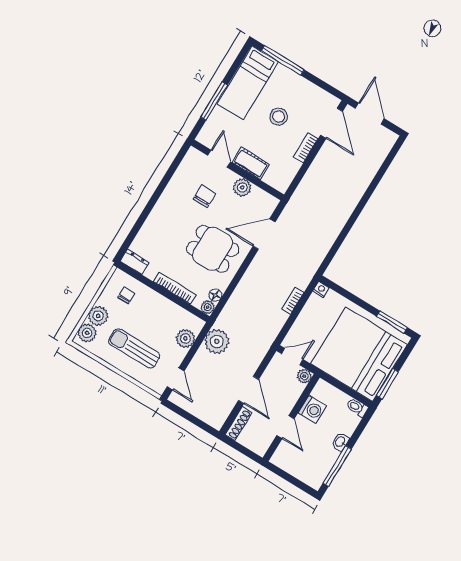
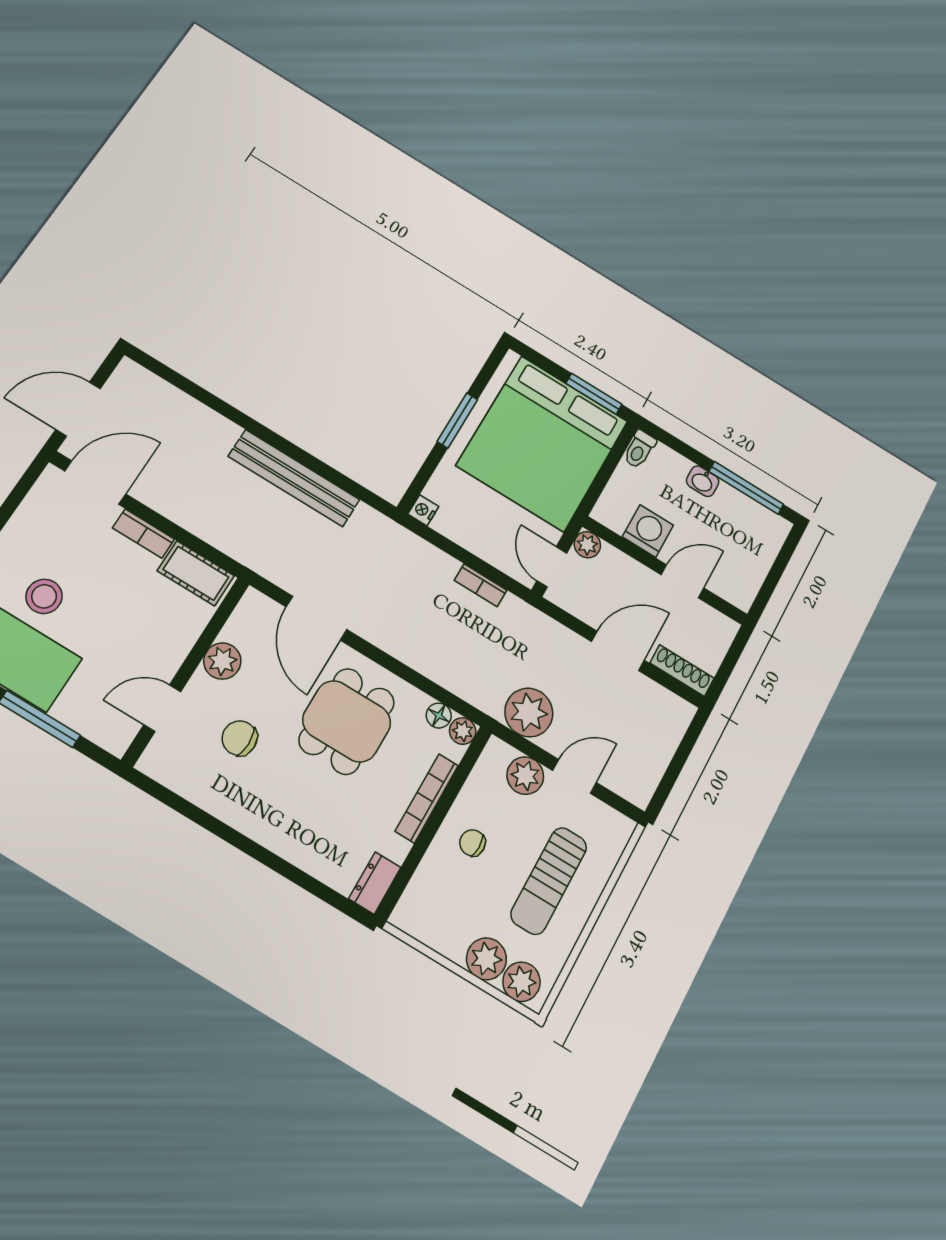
stool: (279, 117) -> (44, 596), moved
cot: (251, 163) -> (196, 573), moved, turned 90
bench: (337, 223) -> (294, 478), added
chair: (126, 295) -> (472, 843), moved
bookcase: (293, 301) -> (481, 585), moved
window: (392, 322) -> (457, 420), moved
door: (176, 379) -> (575, 776), moved

